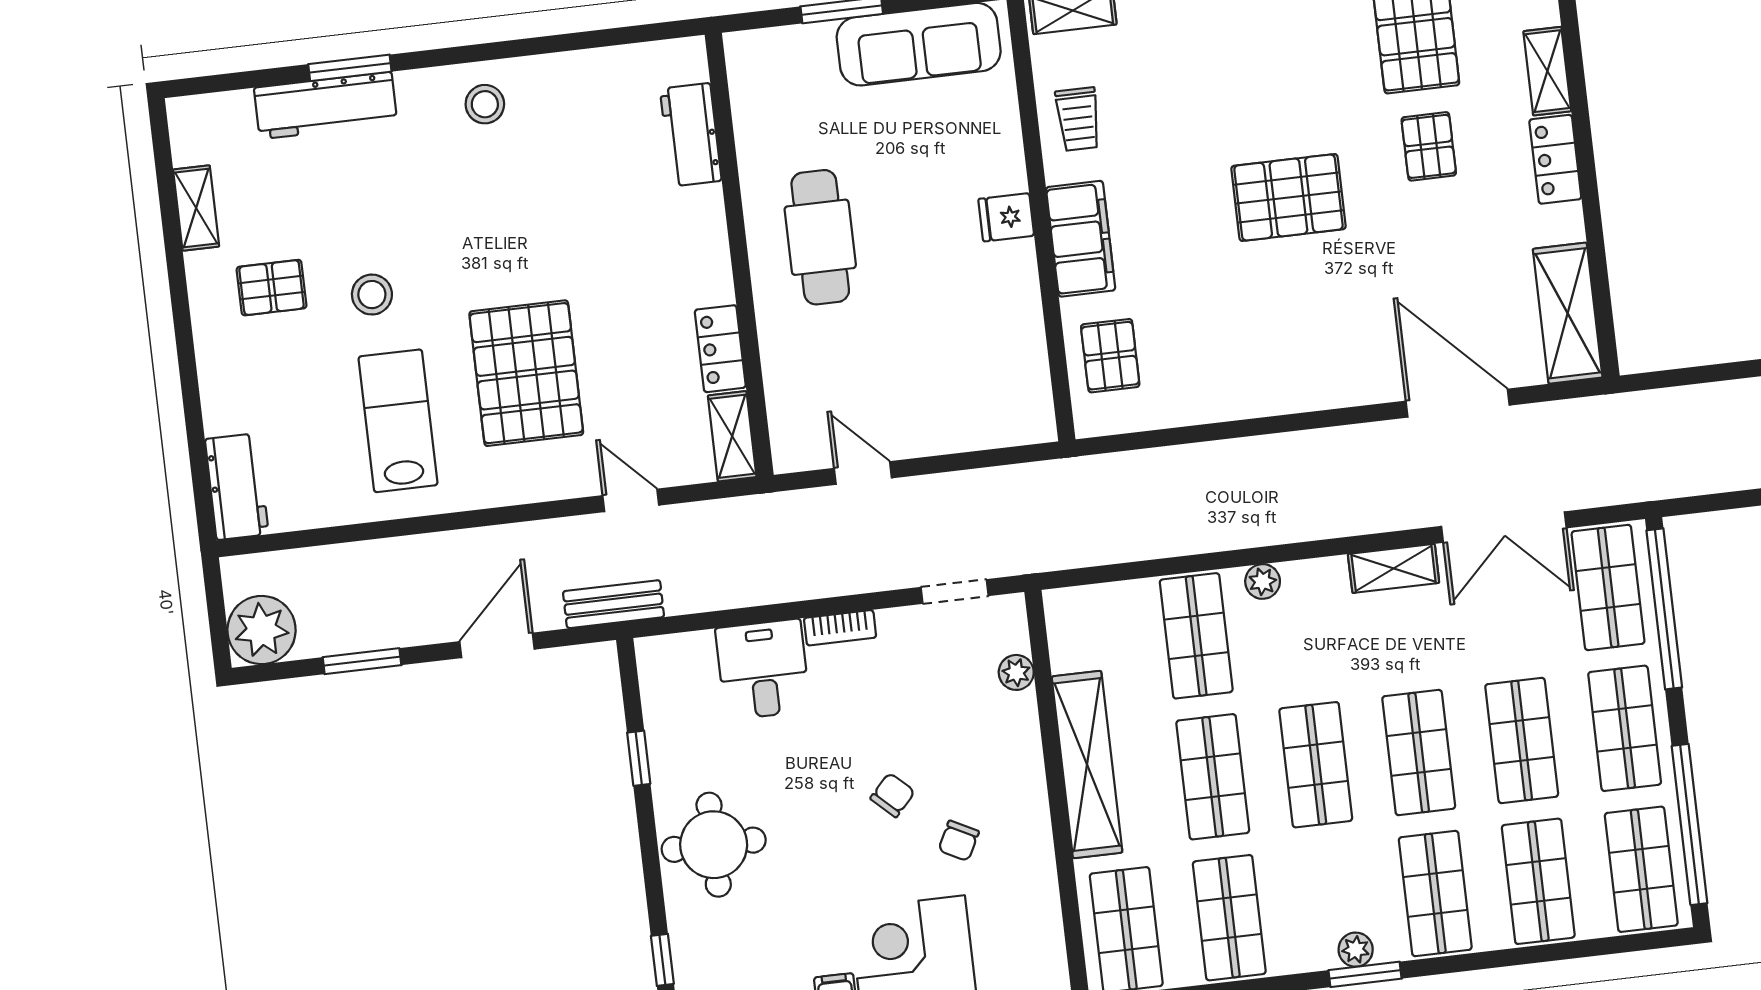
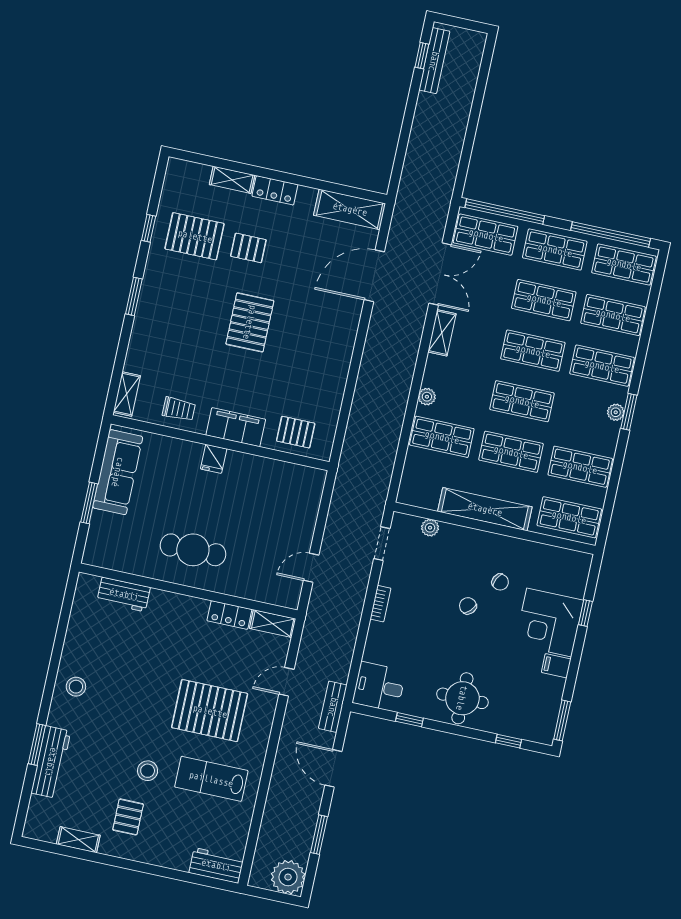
desk: (763, 670) -> (379, 687), moved

